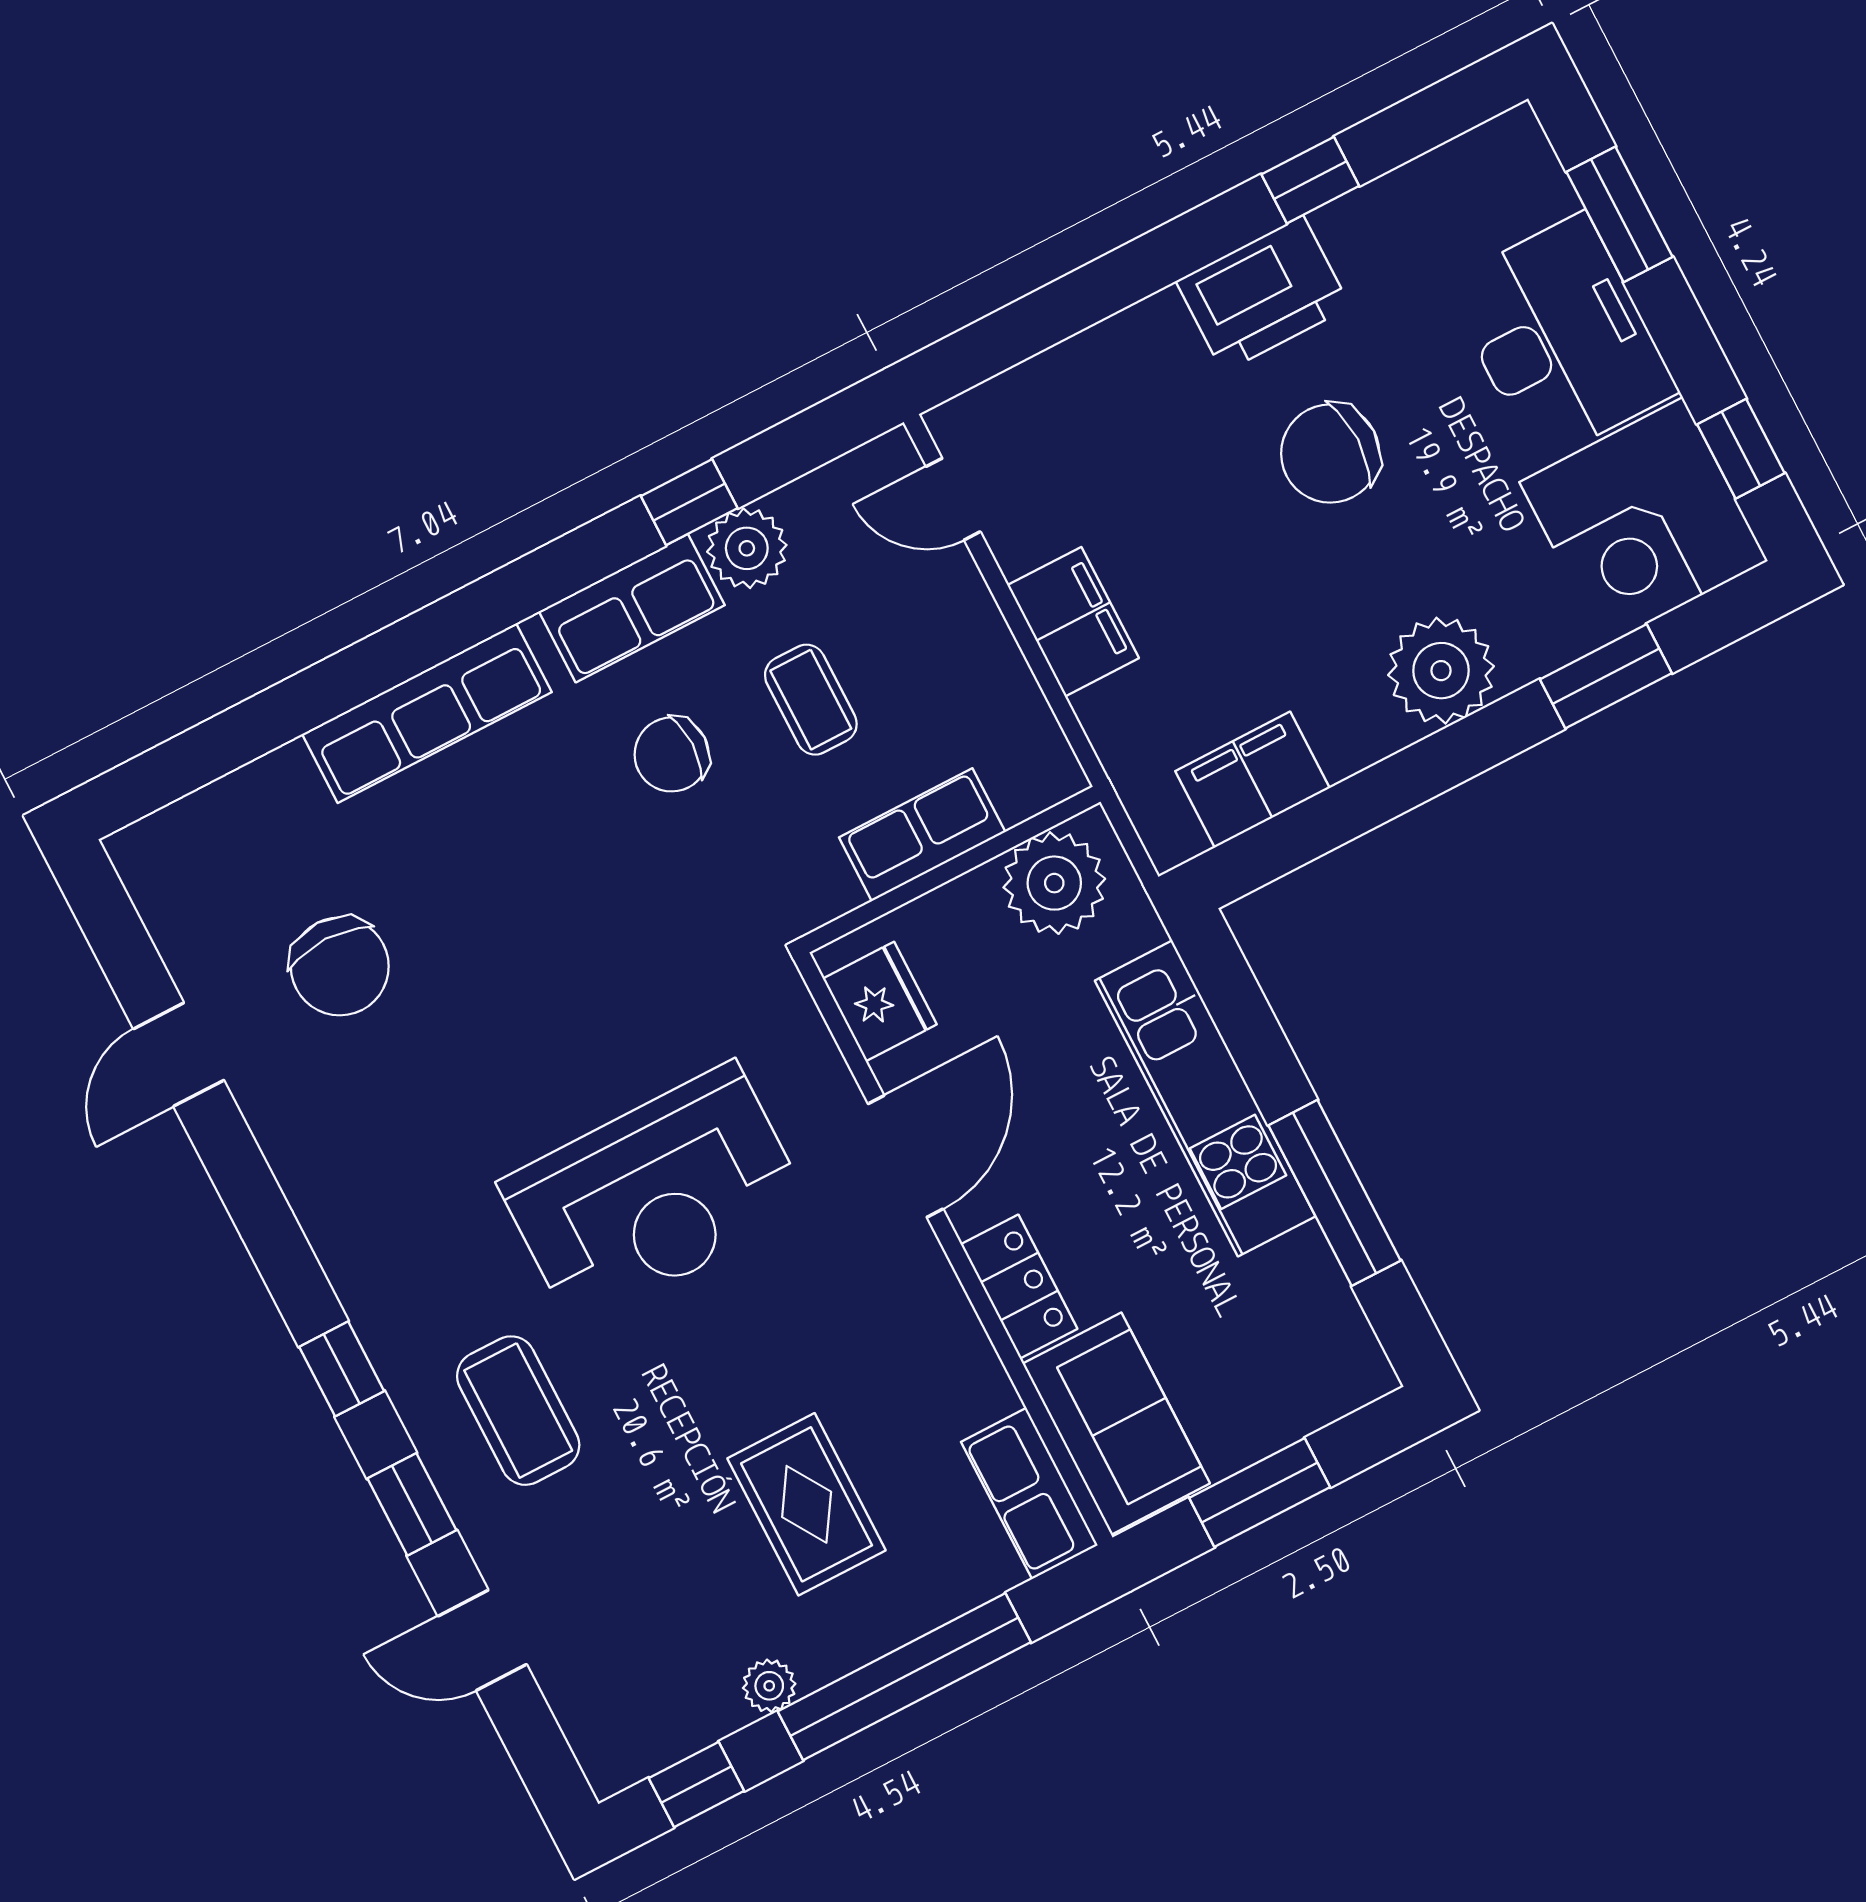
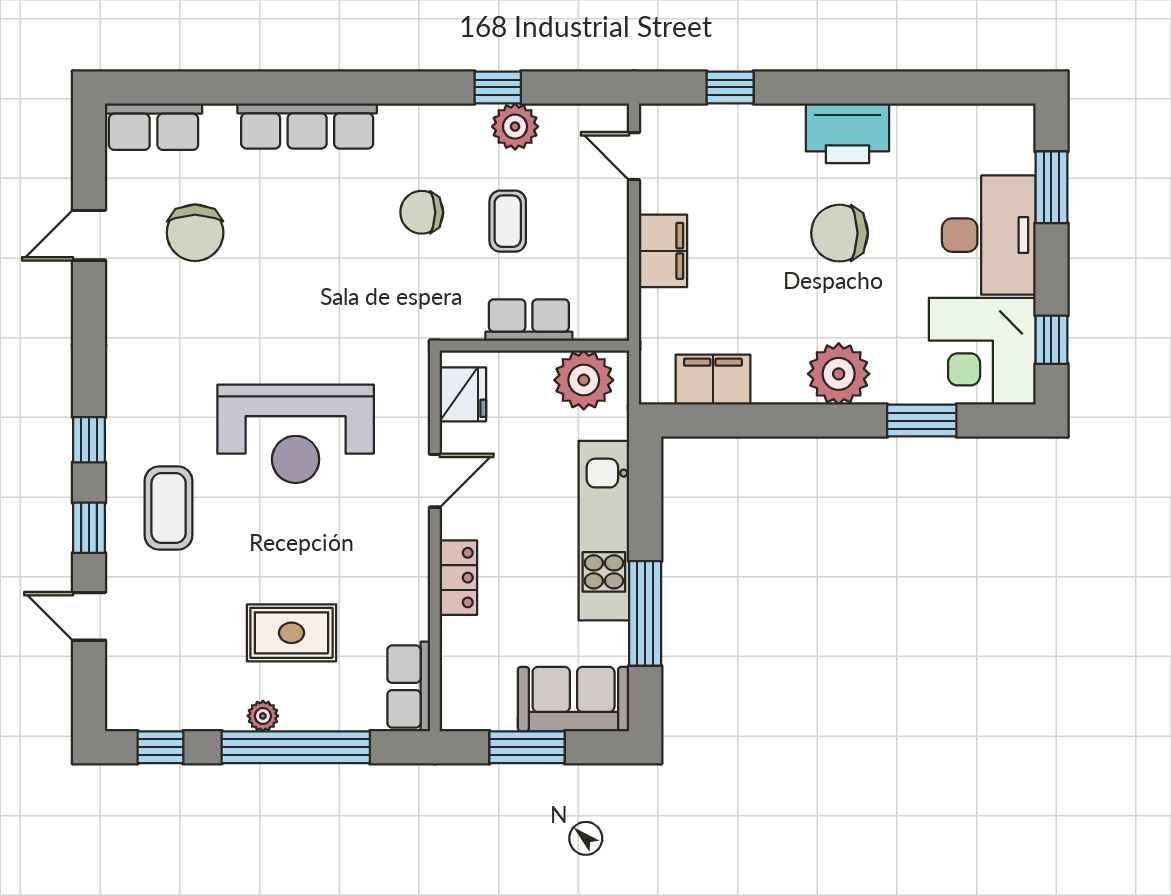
window: (1310, 180) -> (730, 87), moved
row of seats: (632, 608) -> (154, 127), moved
door: (906, 1156) -> (435, 481), width x0.73
sofa: (1116, 1424) -> (574, 699), moved, turned -90
rug: (807, 1504) -> (291, 633), turned 90
plant: (769, 1686) -> (263, 716), moved

